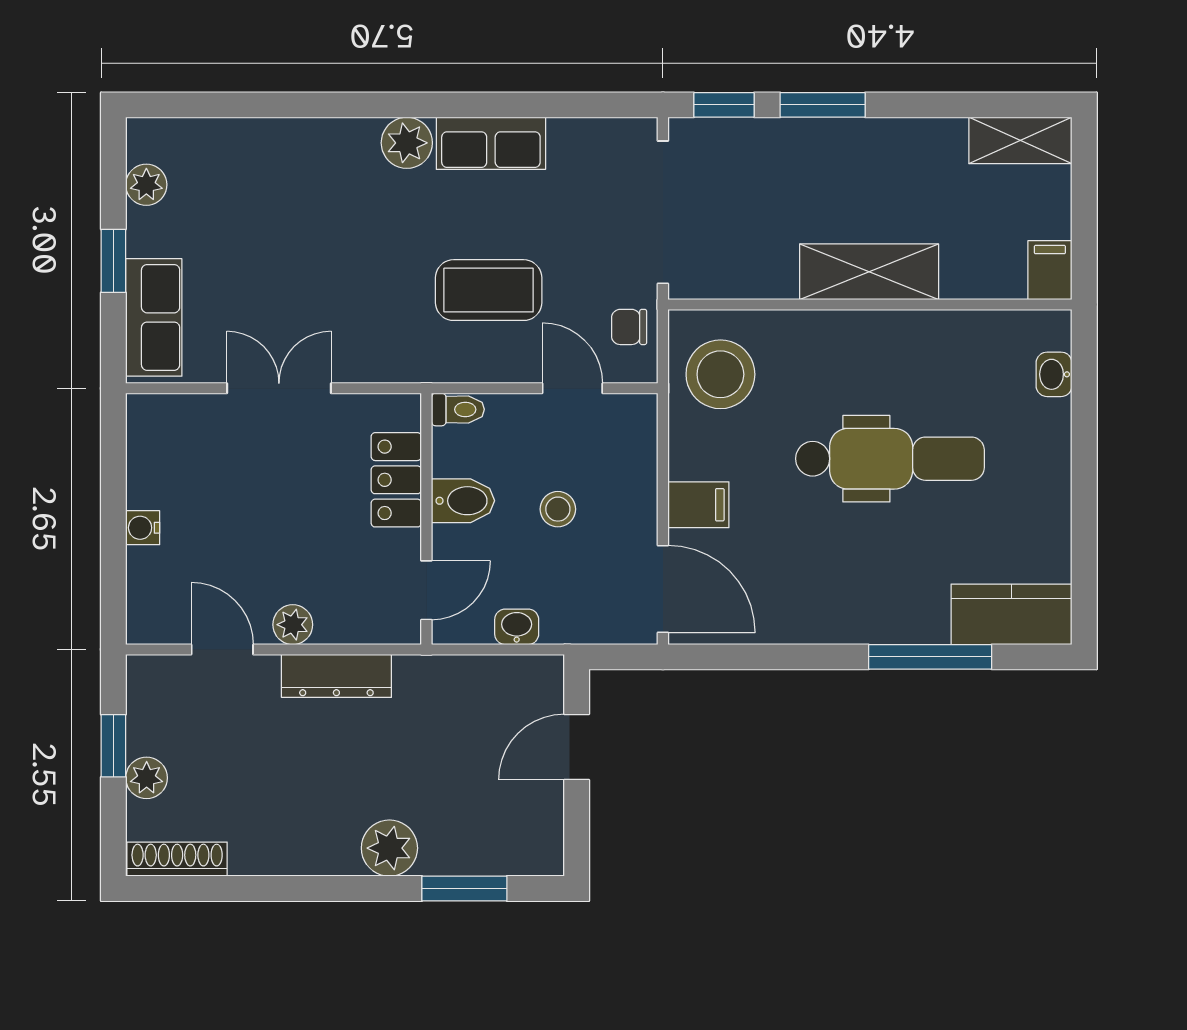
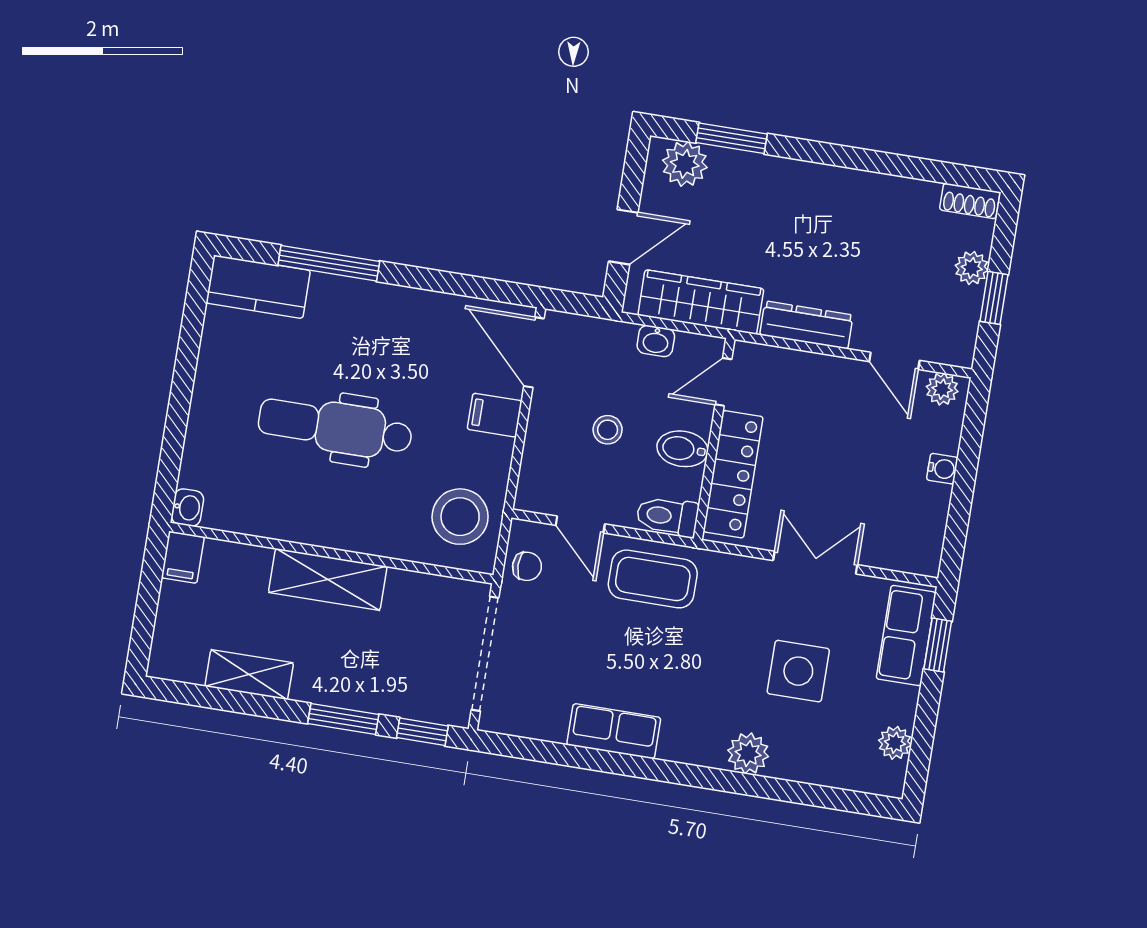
shelving: (1020, 140) -> (249, 675), moved
plant: (407, 143) -> (748, 753), moved
side table: (278, 253) -> (798, 671), added
window: (113, 261) -> (938, 645), moved
coffee table: (489, 290) -> (653, 579), moved
washbasin: (1054, 374) -> (187, 508), moved
double door: (279, 388) -> (815, 563), swing flipped
toilet: (458, 409) -> (667, 516), width x1.37, depth x1.39
locker: (396, 480) -> (733, 474), width x1.53
plant: (293, 625) -> (942, 389), moved
wardrobe: (470, 683) -> (701, 302), added
plant: (389, 848) -> (685, 164), moved
shoe rack: (177, 859) -> (970, 201), width x0.70

